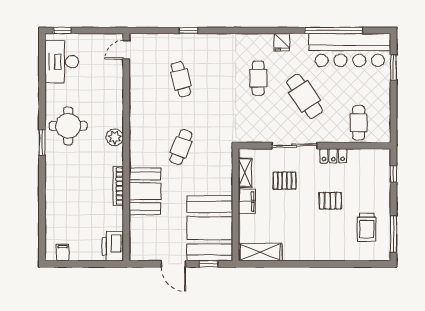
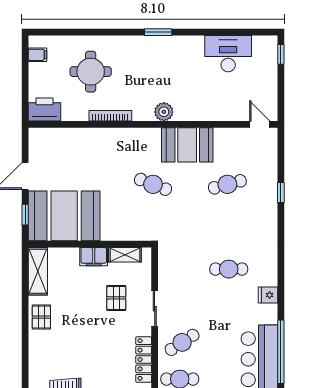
desk: (62, 62) -> (228, 54), moved
cafe table: (305, 96) -> (182, 342), moved, width x0.73, depth x0.74
round table: (68, 126) -> (91, 72), moved
sliding door: (294, 146) -> (155, 309), width x0.73
locker: (333, 156) -> (144, 360), width x1.53
booth: (145, 191) -> (187, 145), moved
pallet: (330, 201) -> (41, 317), moved

